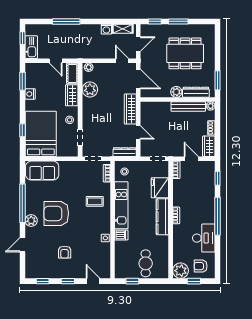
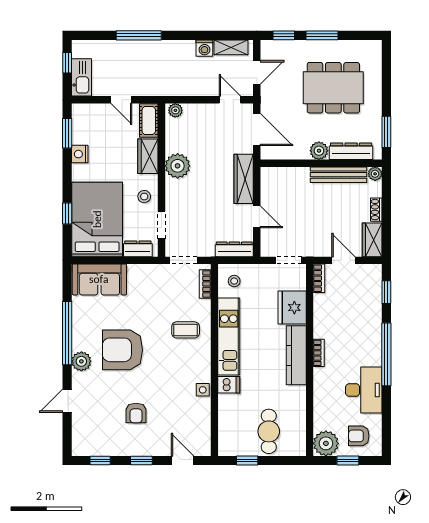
plant: (90, 89) -> (178, 166), moved
dresser: (66, 152) -> (138, 249), added

